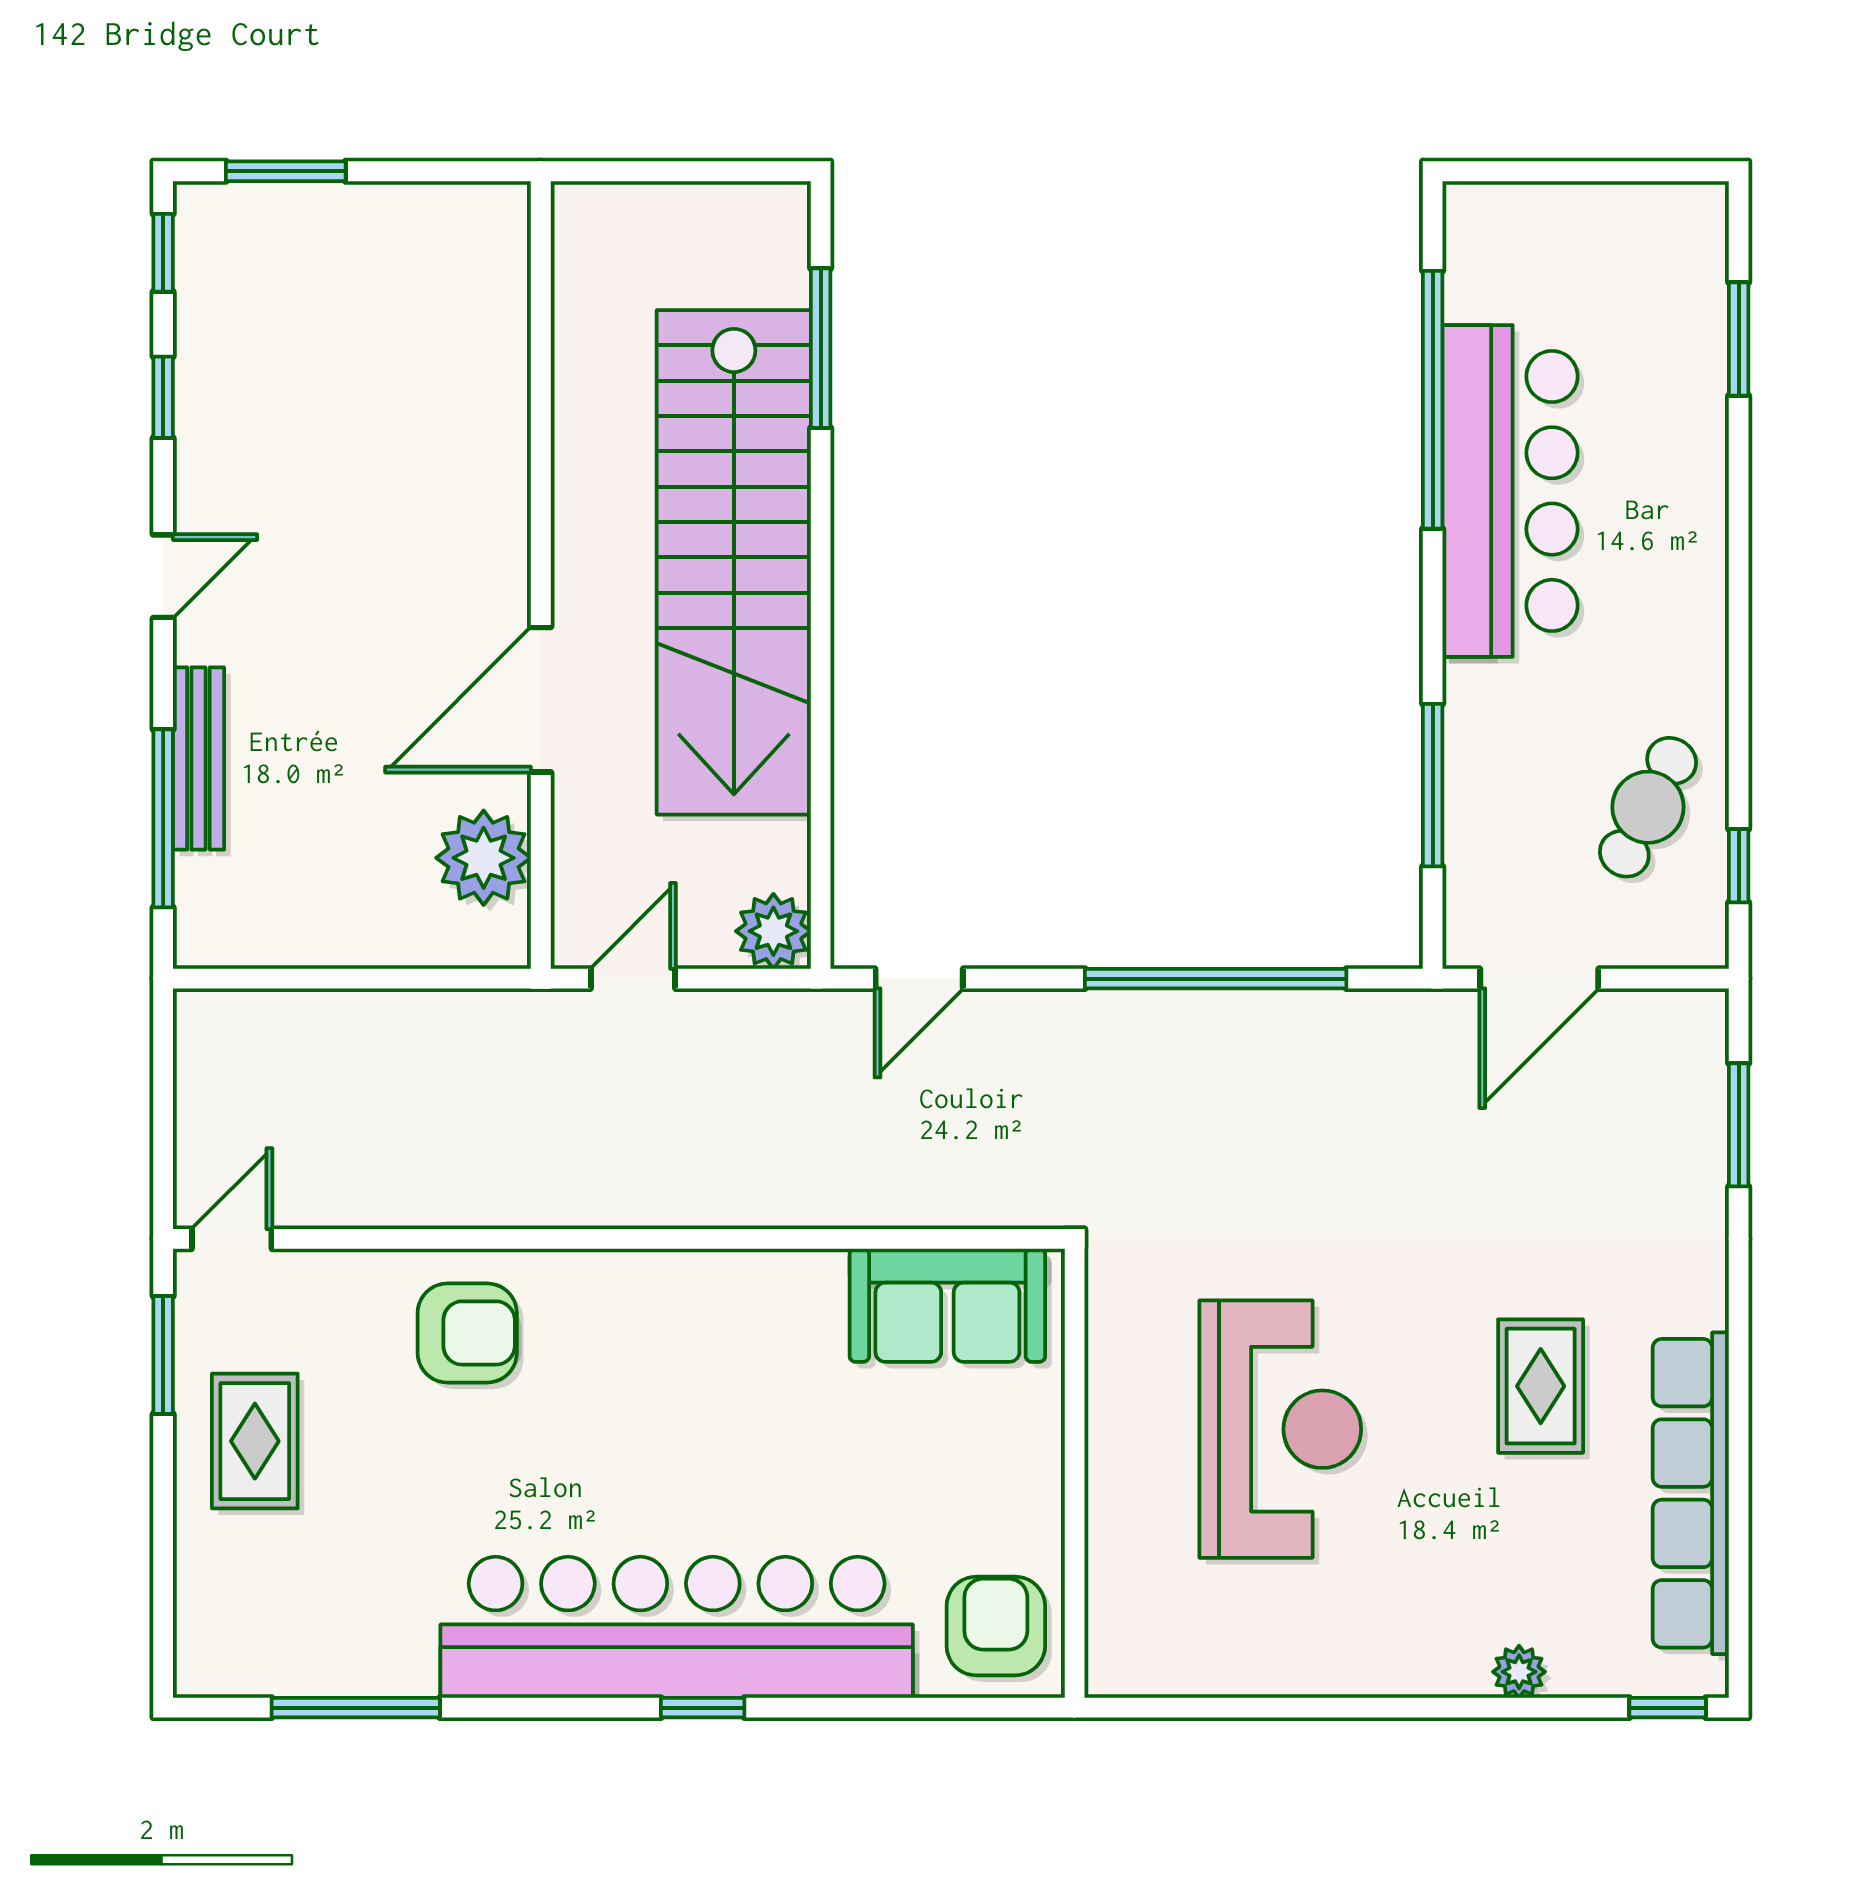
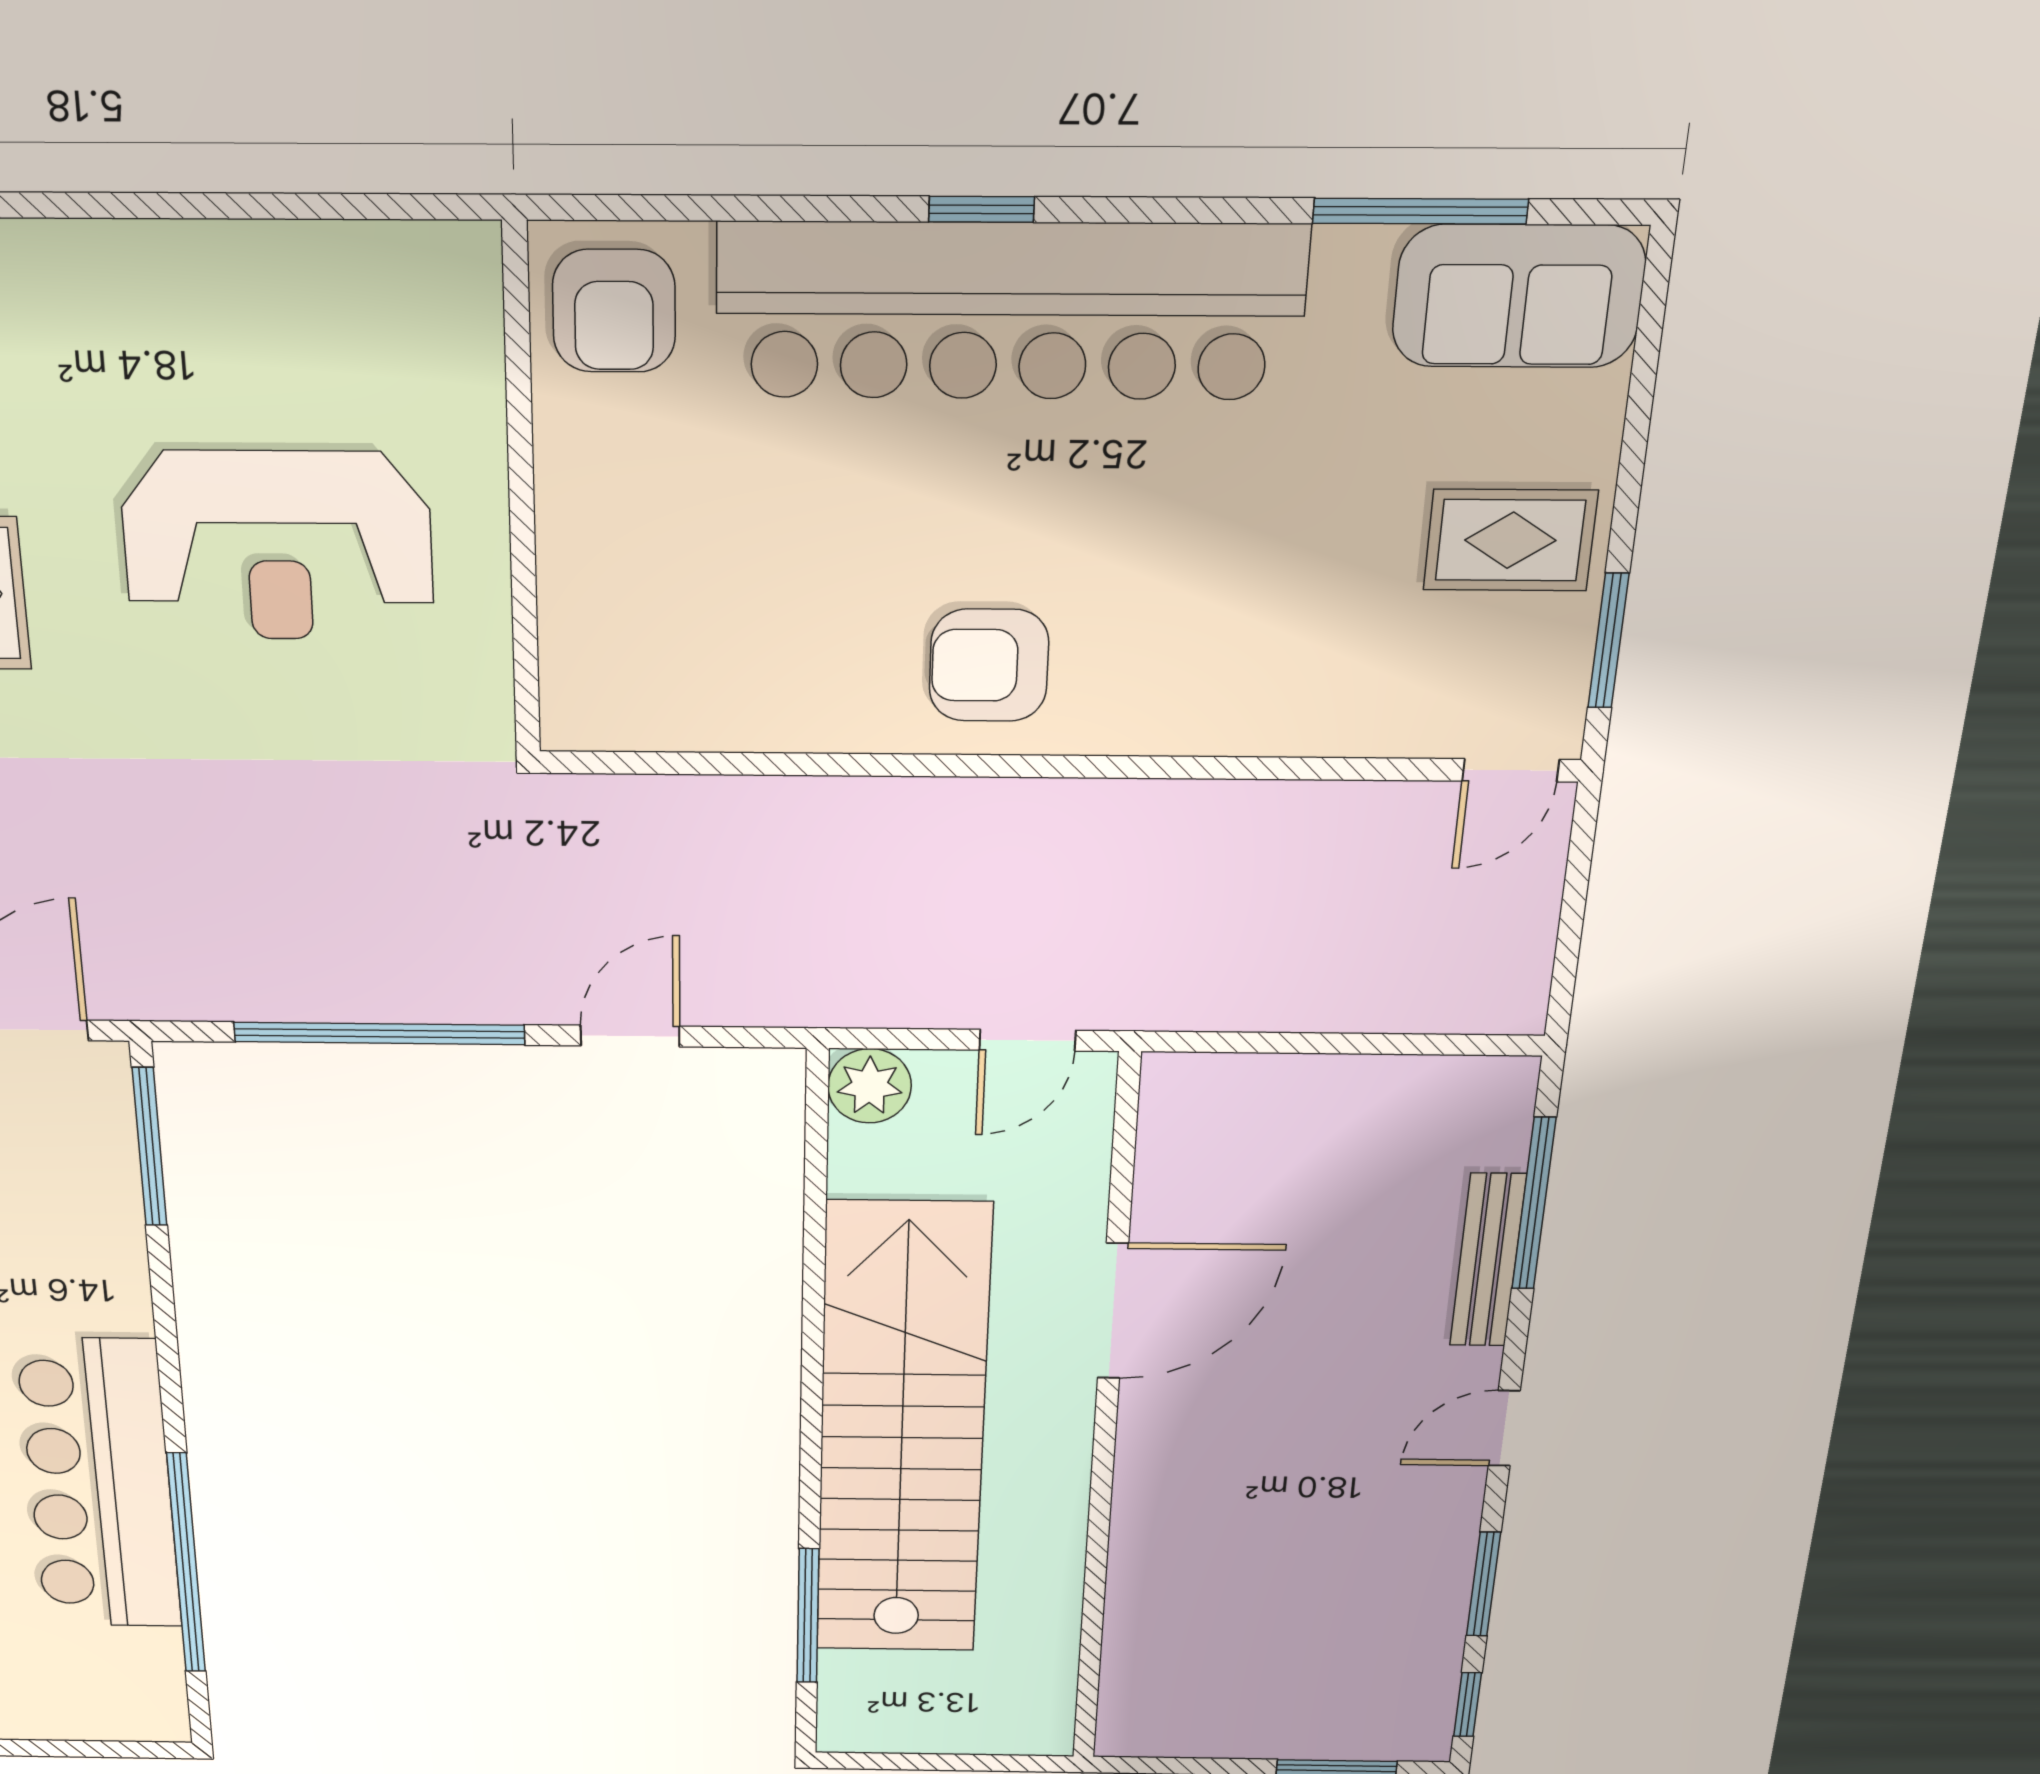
window: (163, 397) -> (1484, 1584), width x1.50
window: (1433, 785) -> (150, 1147), moved
plant: (484, 858) -> (1186, 1162), removed
door: (919, 979) -> (630, 1036), moved
sofa: (947, 1305) -> (1519, 296), moved, turned 180
armchair: (467, 1333) -> (989, 665), moved
reception desk: (1280, 1429) -> (278, 546), turned -90
rug: (255, 1441) -> (1510, 540), turned 90

